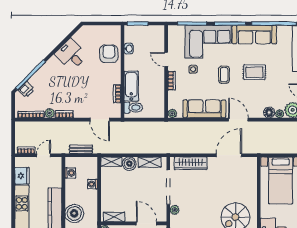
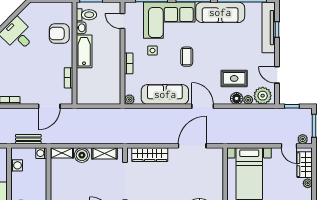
armchair: (109, 54) -> (59, 34), turned -90
door: (166, 59) -> (123, 21), moved
rug: (254, 72) -> (234, 78), moved
bathtub: (131, 86) -> (84, 51), moved
toilet: (133, 108) -> (86, 15), moved
door: (100, 120) -> (49, 106), hinge flipped
washing machine: (93, 184) -> (41, 153), moved

